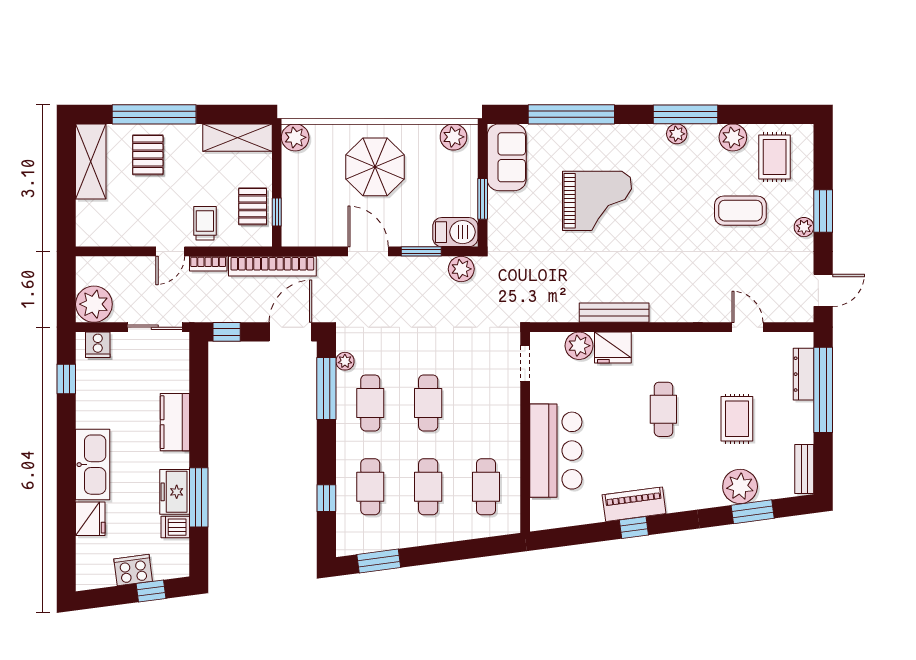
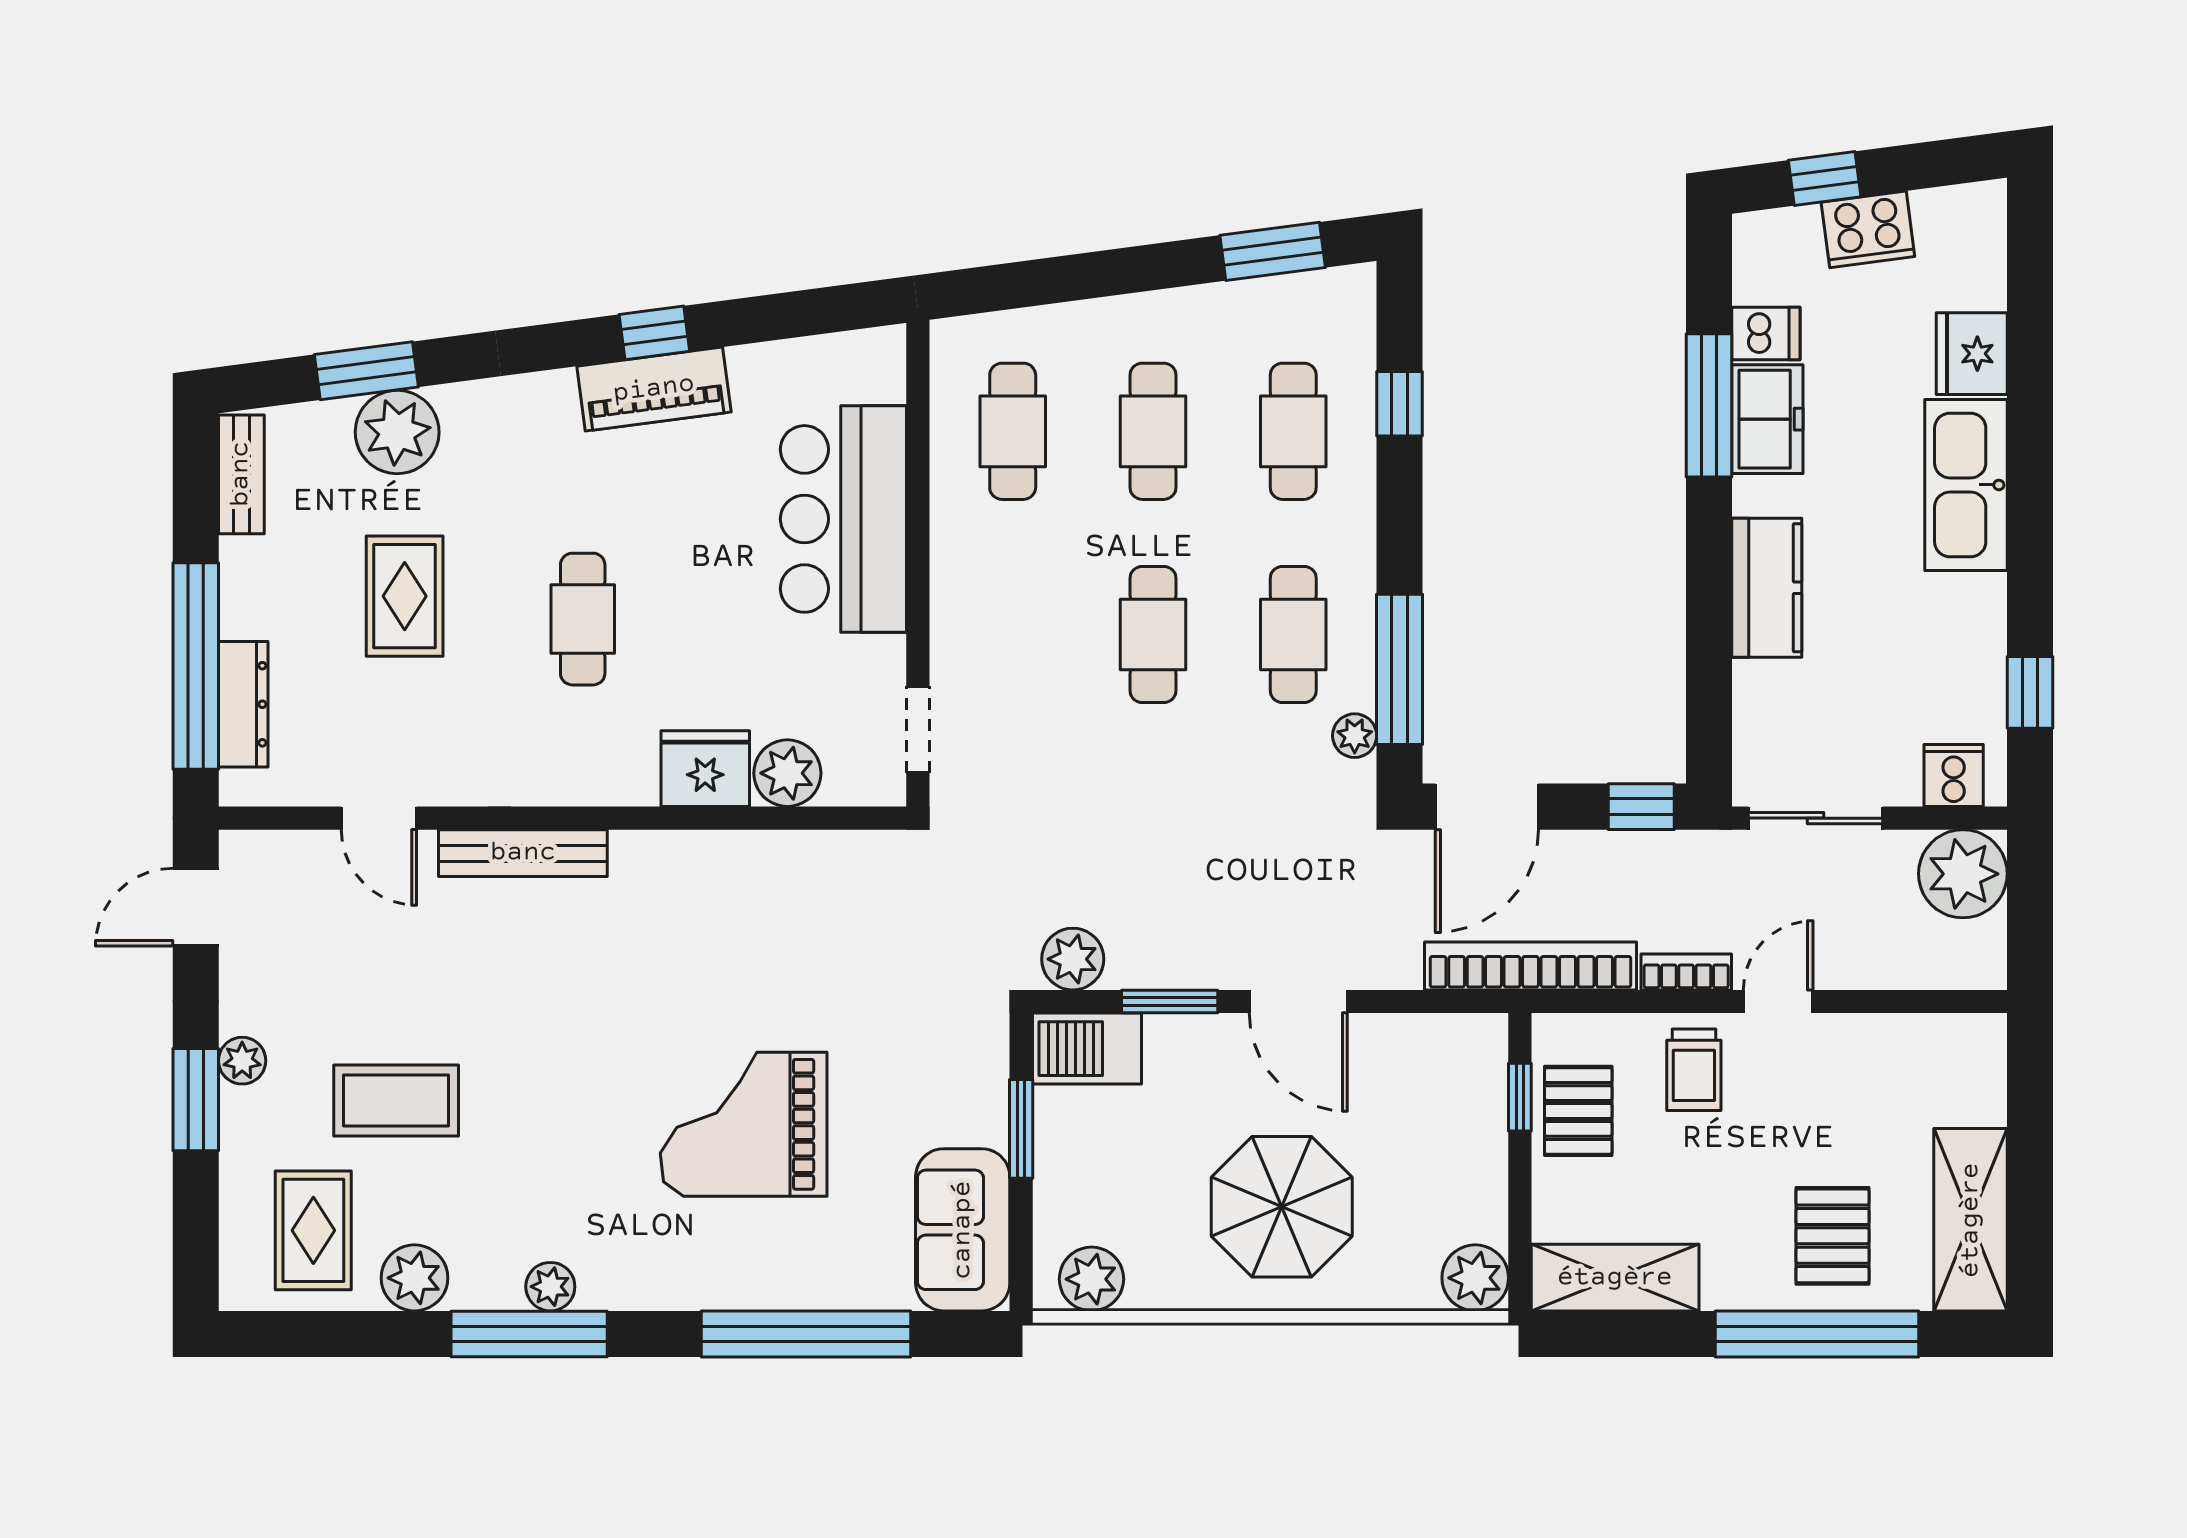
bench: (614, 313) -> (523, 853), moved

